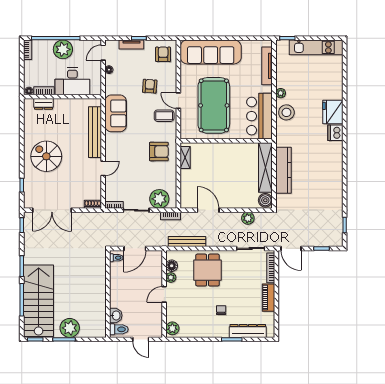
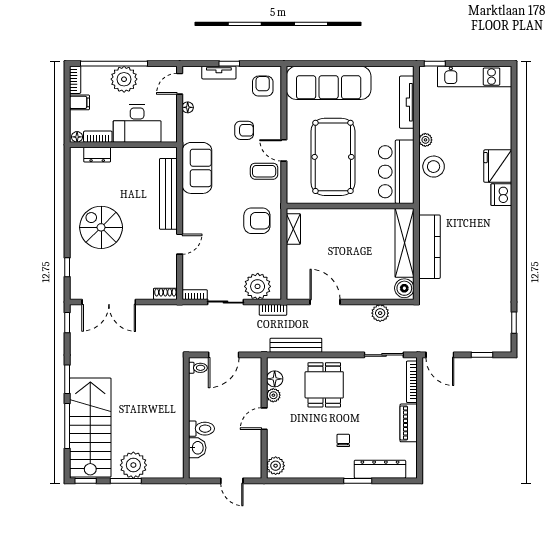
filing cabinet: (31, 66) -> (80, 102), added
armchair: (150, 86) -> (244, 130), turned 86
toilet: (119, 329) -> (202, 429), moved

